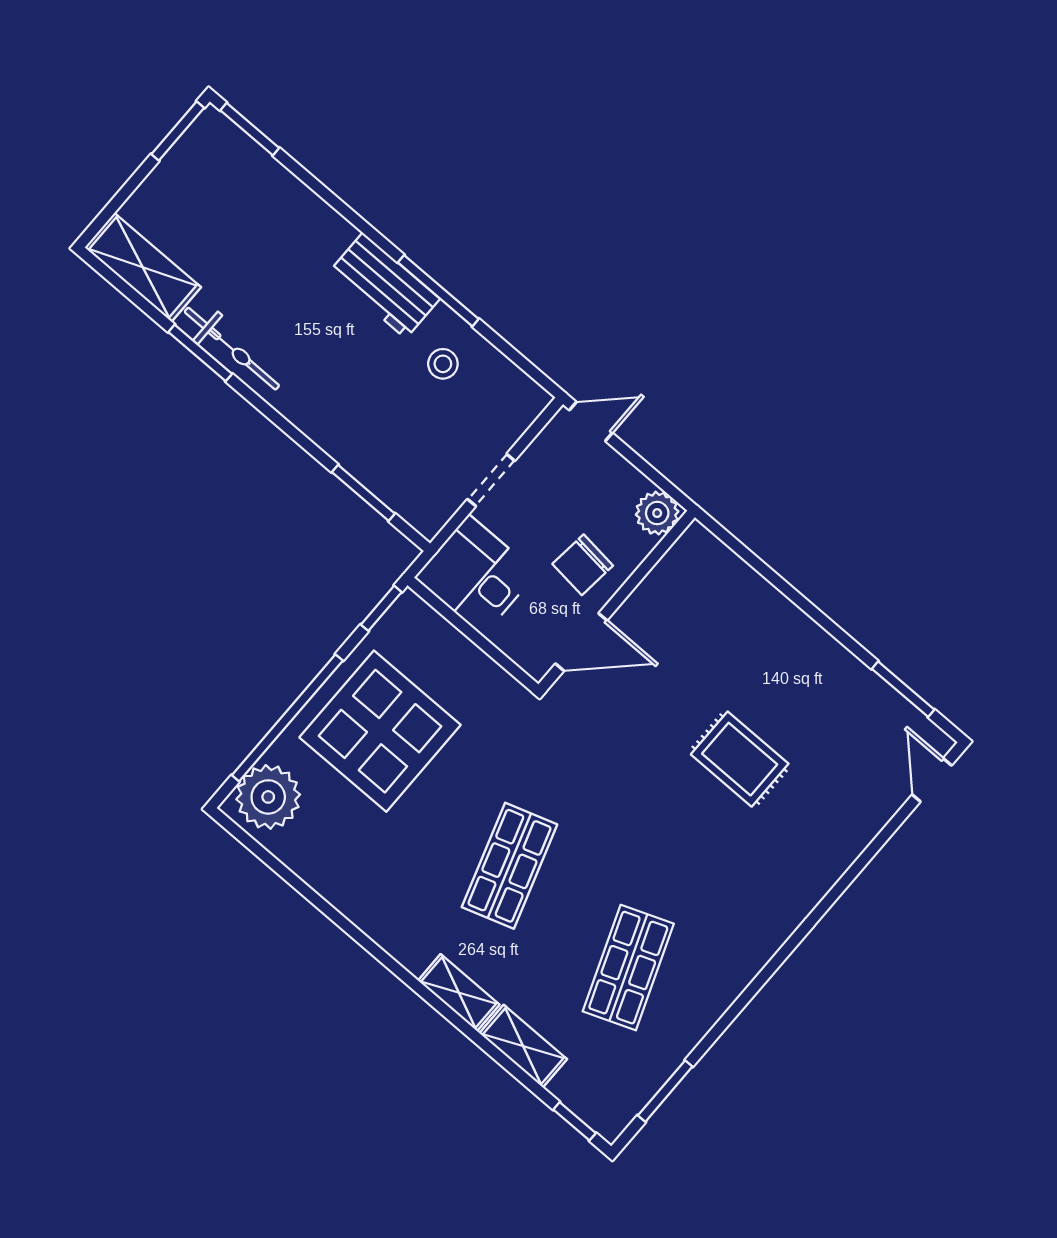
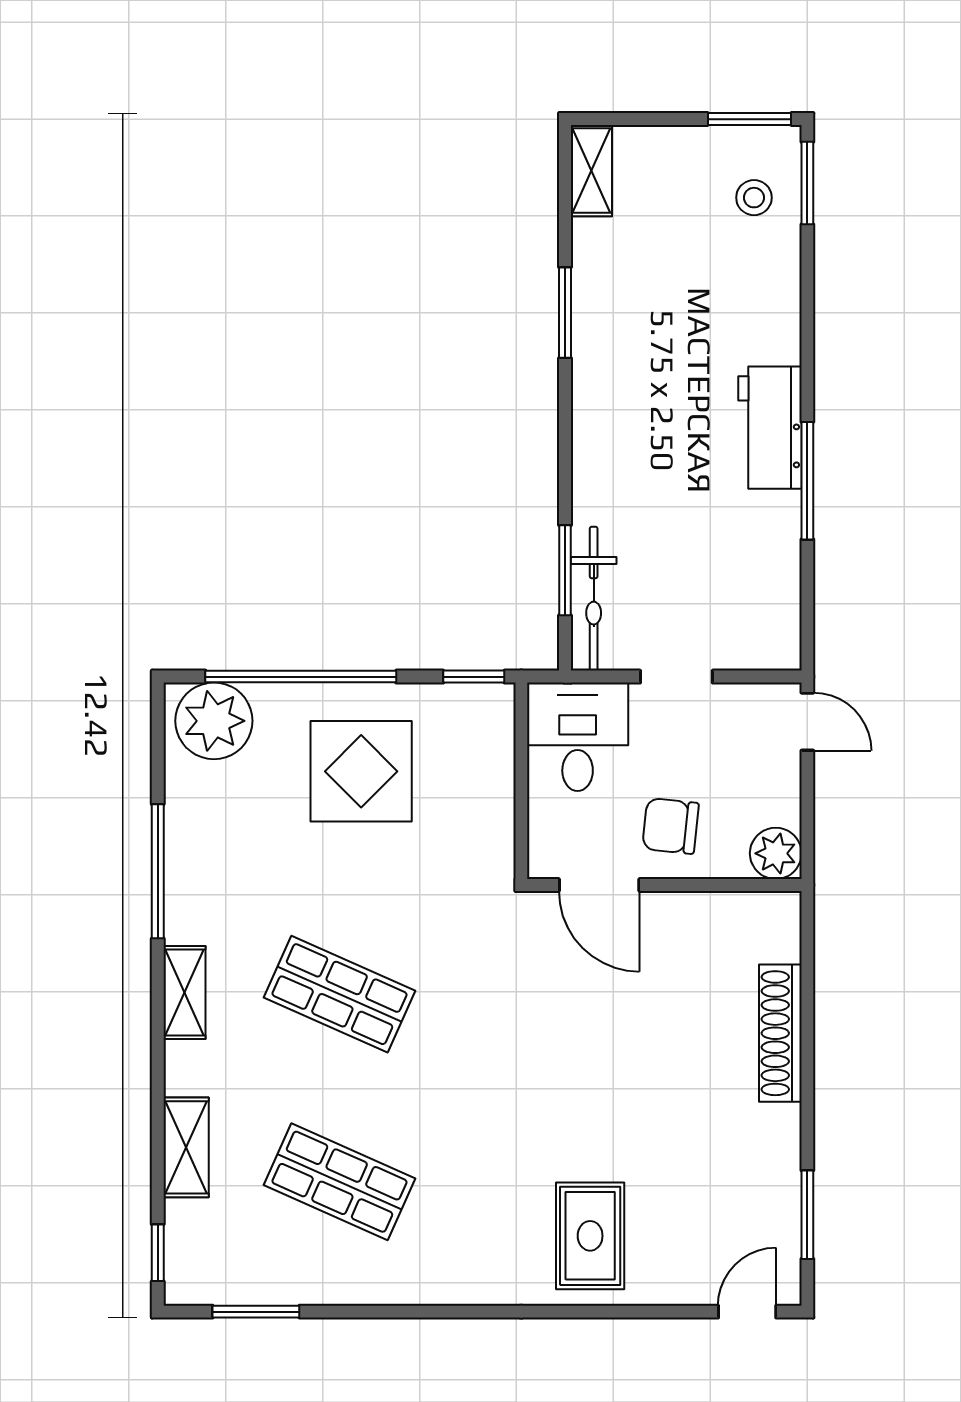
shelving: (143, 267) -> (591, 171), width x0.67, depth x0.75
bicycle: (232, 349) -> (594, 599), moved
stool: (443, 364) -> (754, 198), moved
shoe rack: (773, 608) -> (780, 1033), added
display table: (380, 731) -> (361, 771), width x0.73, depth x0.73
rug: (740, 759) -> (590, 1236), moved
shop shelf: (509, 866) -> (340, 994), turned 42
window: (333, 914) -> (158, 871), added
shop shelf: (628, 968) -> (340, 1182), turned 45
shelving: (459, 993) -> (184, 992), moved

